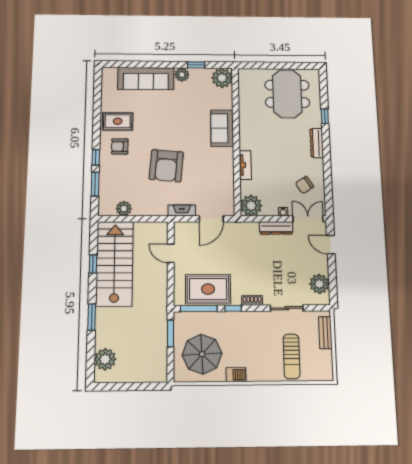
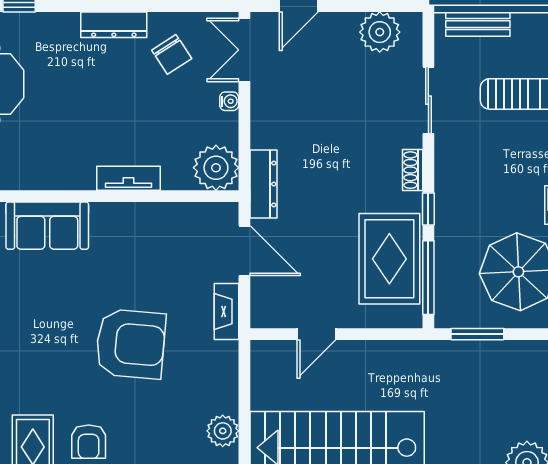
dresser: (317, 143) -> (114, 25), moved
dresser: (276, 228) -> (263, 184), moved

